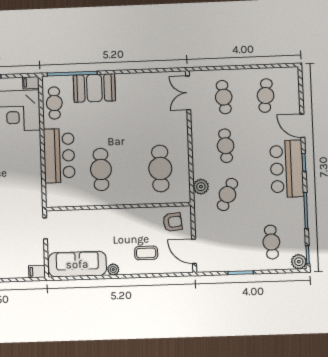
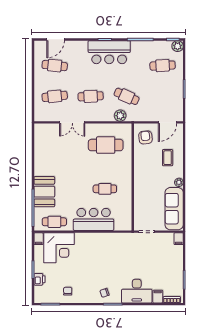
double door: (188, 93) -> (72, 122), moved
door: (302, 126) -> (56, 39), moved
cafe table: (101, 169) -> (105, 189), width x0.73, depth x0.74

